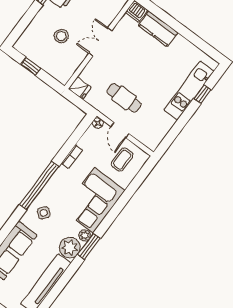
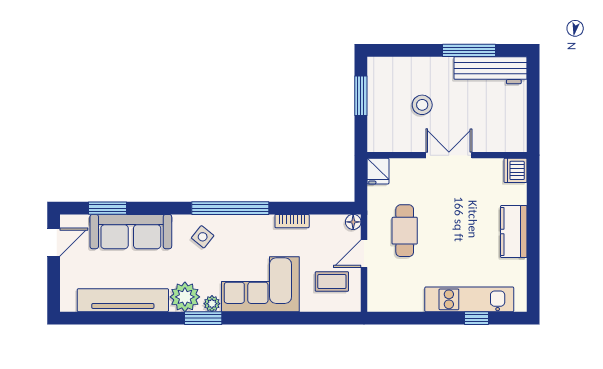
kitchen counter: (158, 29) -> (514, 231), moved
window: (31, 66) -> (361, 96), width x1.50

